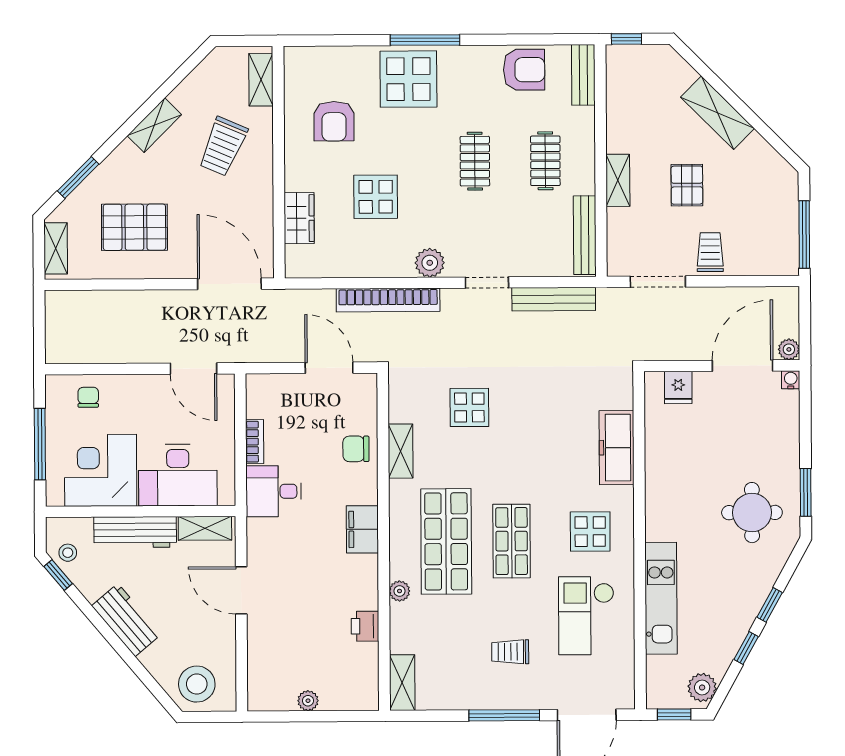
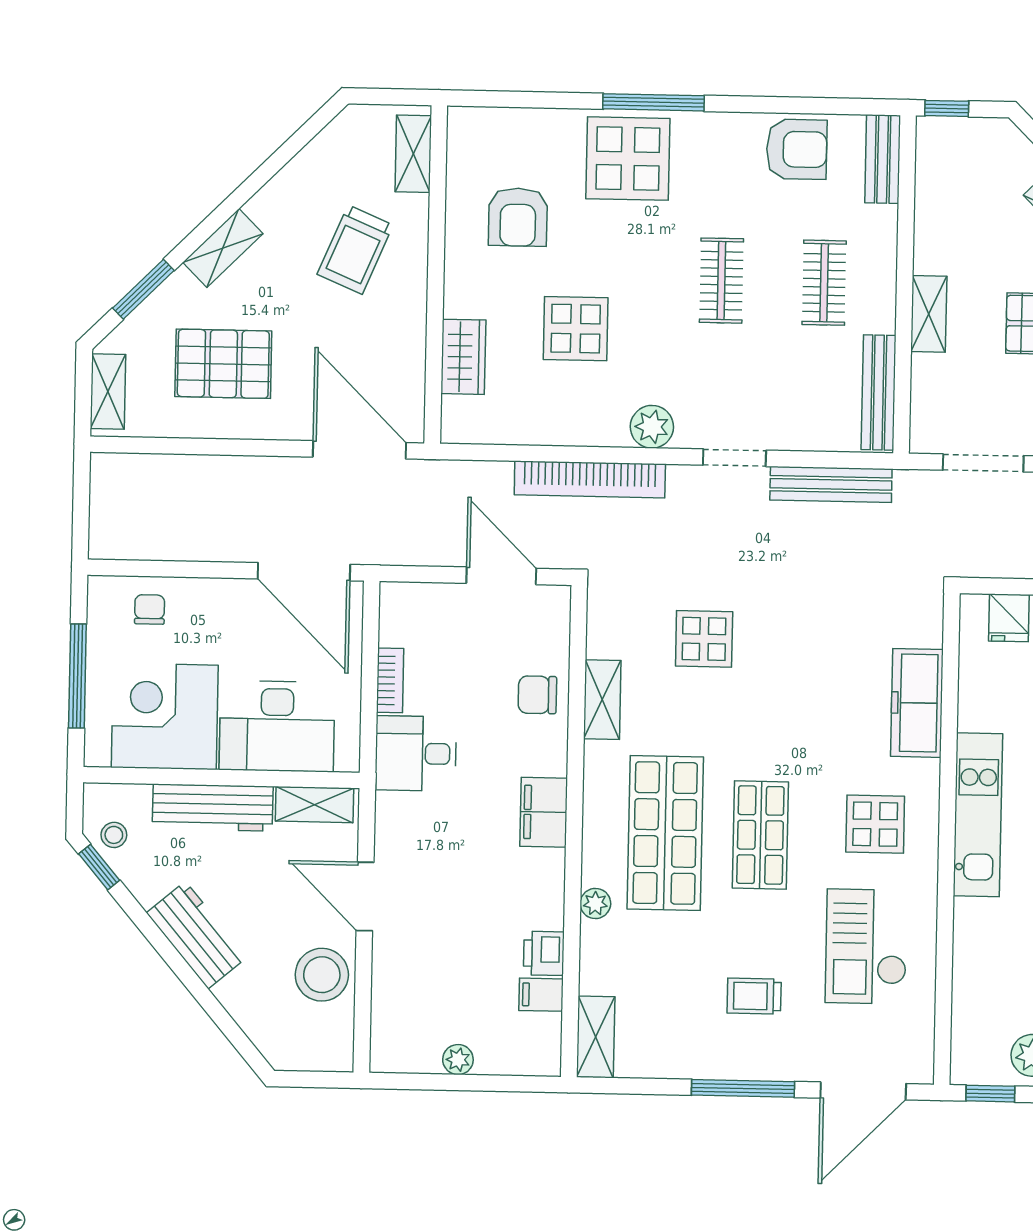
shelving: (154, 125) -> (223, 248), moved
door: (193, 369) -> (304, 572), width x1.36
kitchen unit: (661, 598) -> (978, 815), moved
filing cabinet: (364, 655) -> (541, 995), added
stool: (197, 684) -> (322, 975), moved

